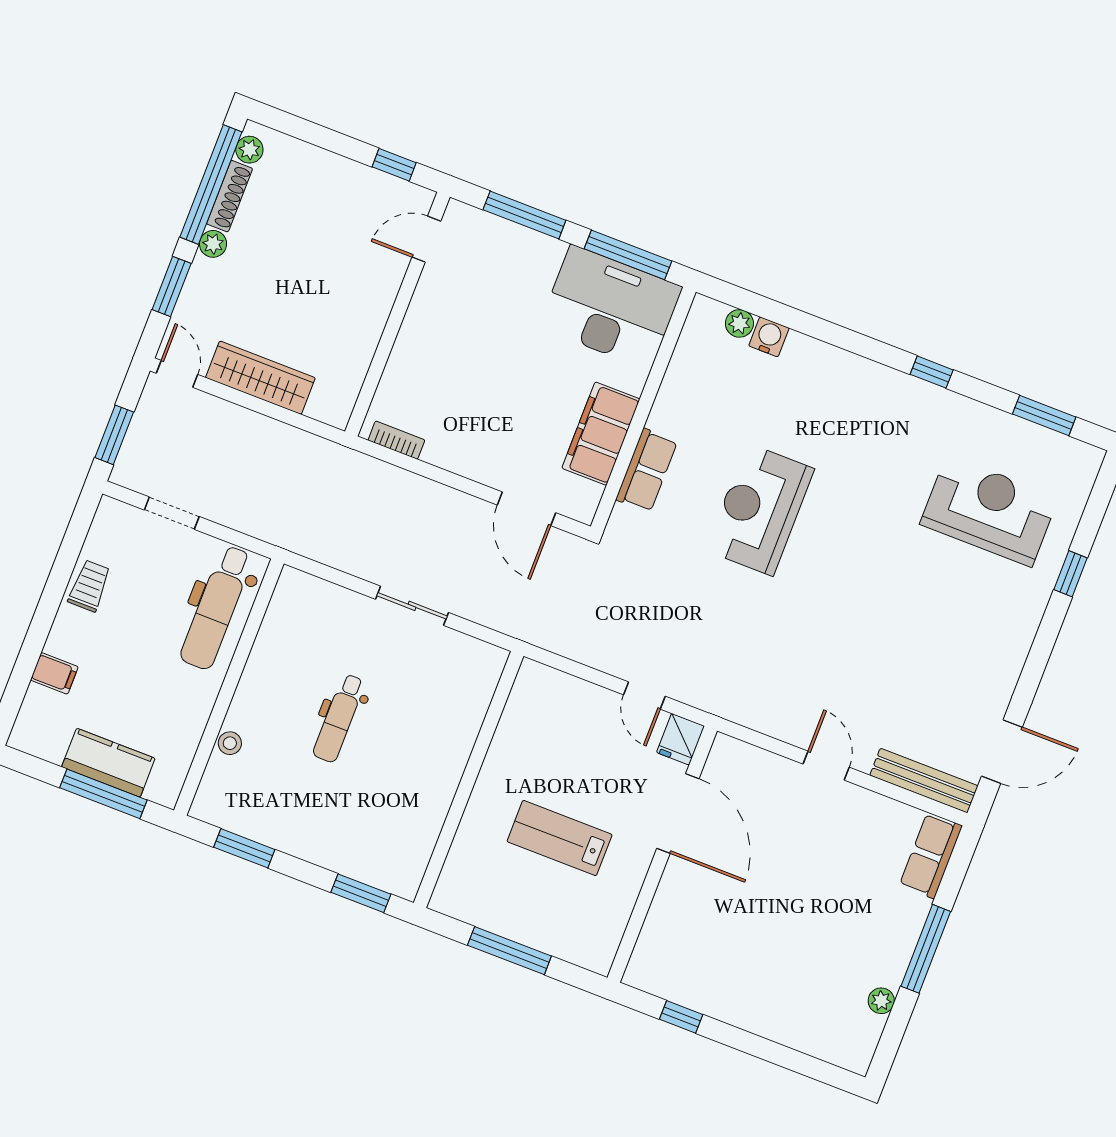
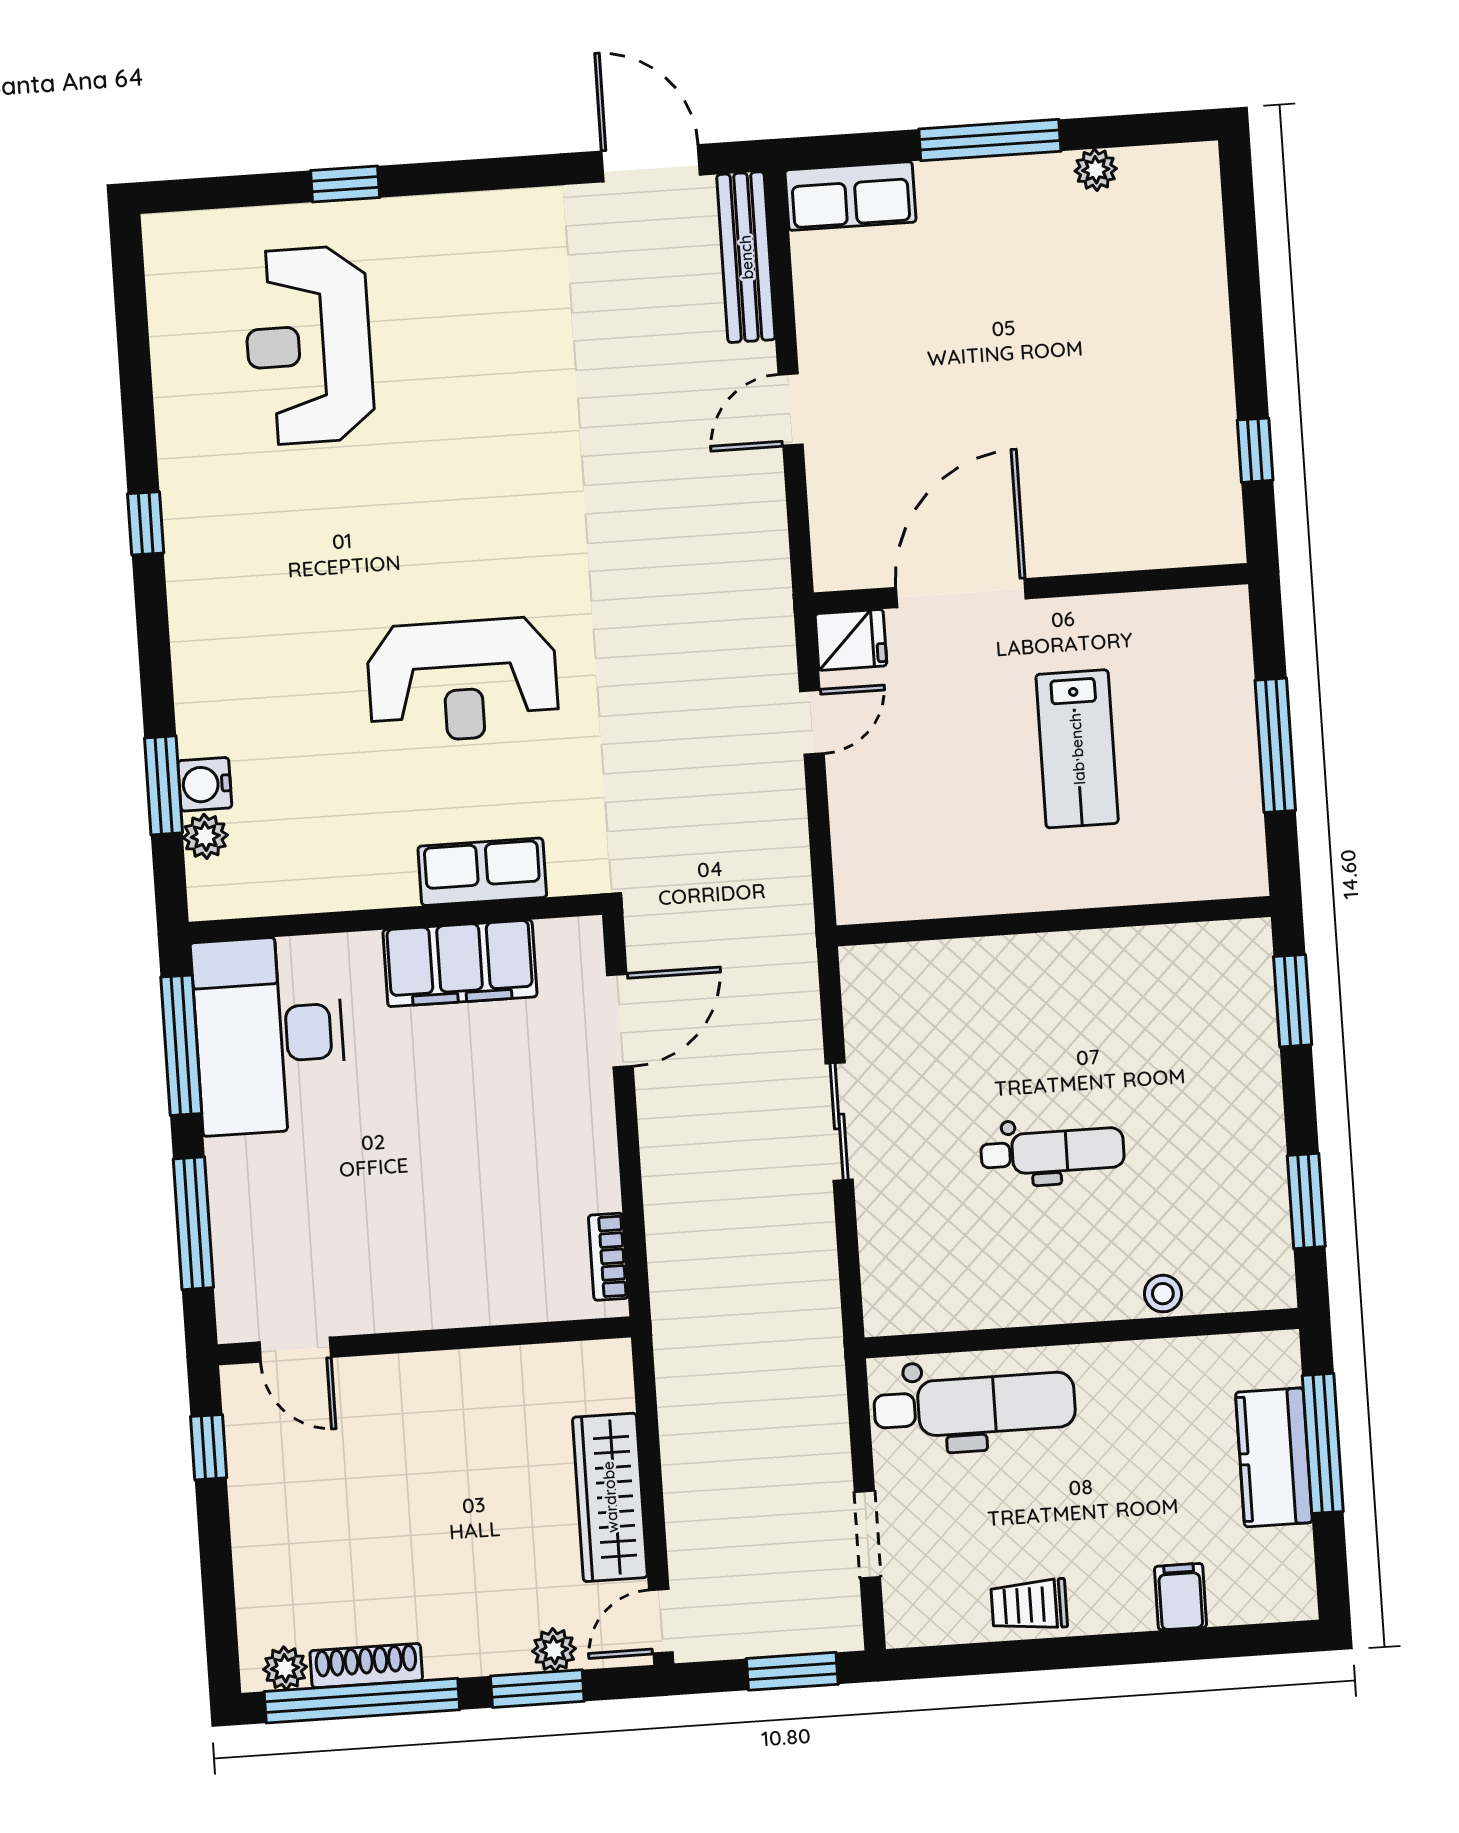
plant: (213, 244) -> (554, 1650), moved
window: (1044, 416) -> (163, 785), moved

